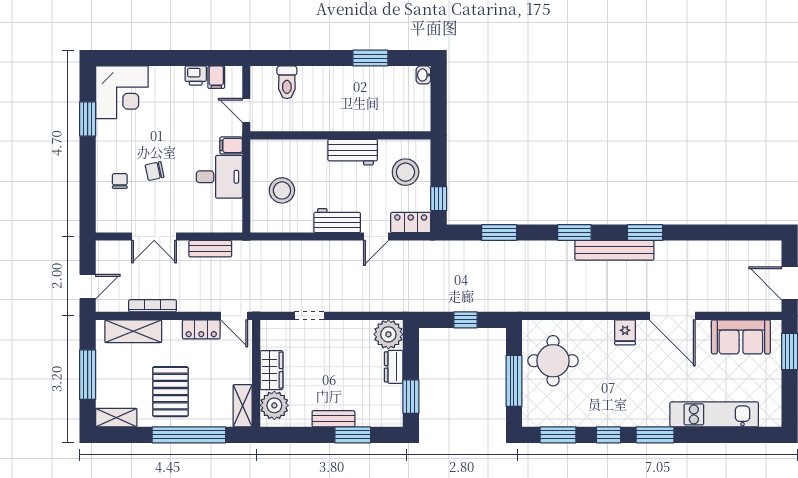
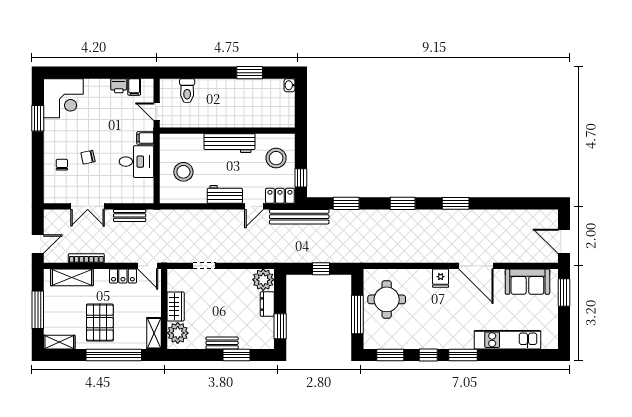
workbench: (353, 152) -> (229, 143), width x1.38
bench: (614, 250) -> (299, 217), moved

